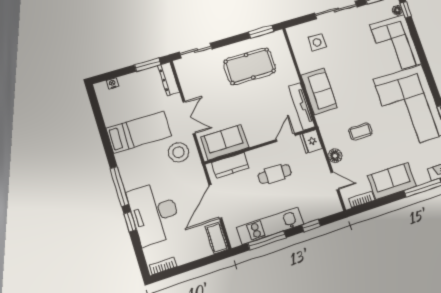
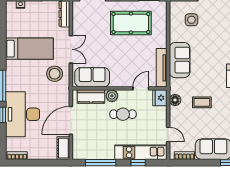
floor lamp: (335, 156) -> (175, 100), moved
plant: (255, 157) -> (112, 96), added
kitchen unit: (270, 226) -> (141, 152), moved

